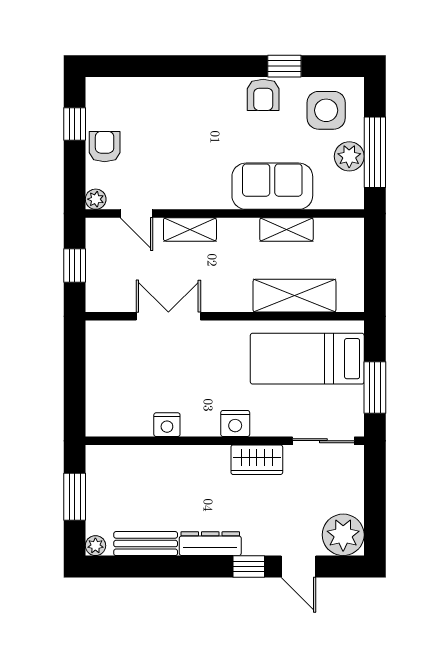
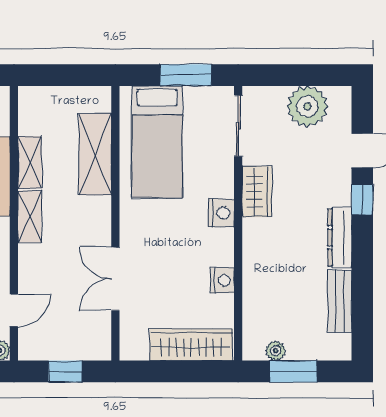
shelving: (190, 229) -> (30, 217), moved
wardrobe: (102, 393) -> (191, 345), added
plant: (343, 535) -> (307, 106), moved
plant: (95, 546) -> (276, 351), moved

